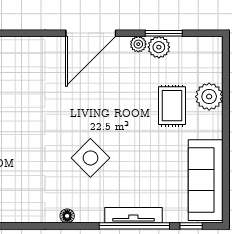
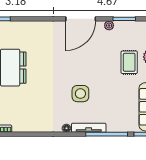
plant: (159, 47) -> (121, 27), removed
side table: (90, 158) -> (80, 94), turned 45
tv unit: (133, 215) -> (89, 128), moved

